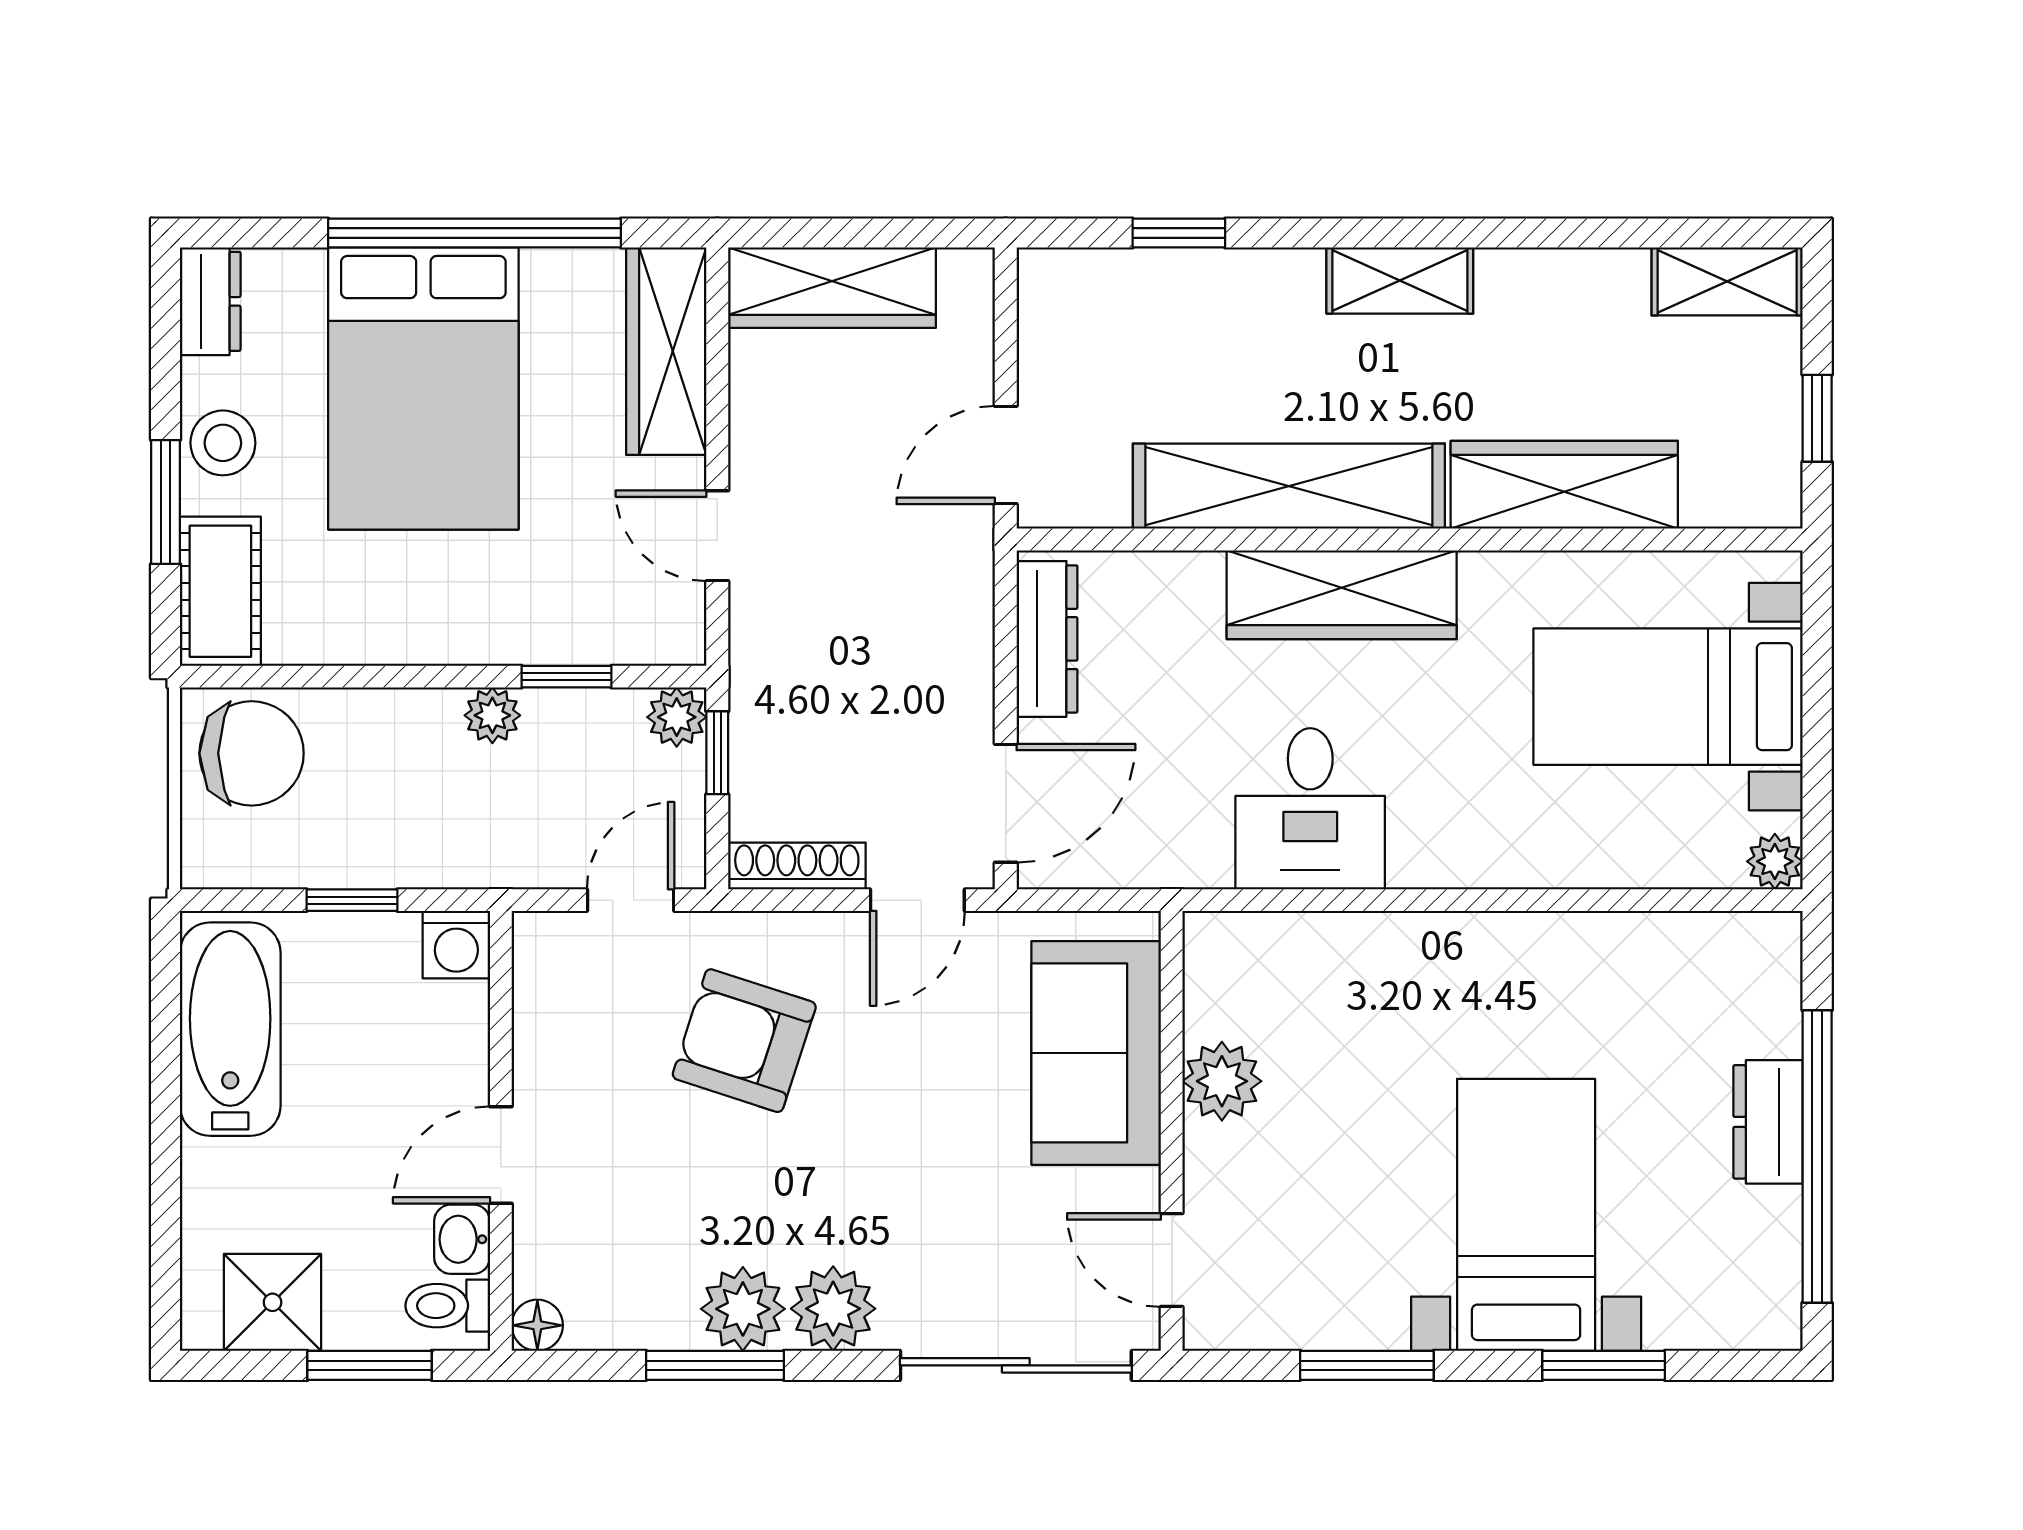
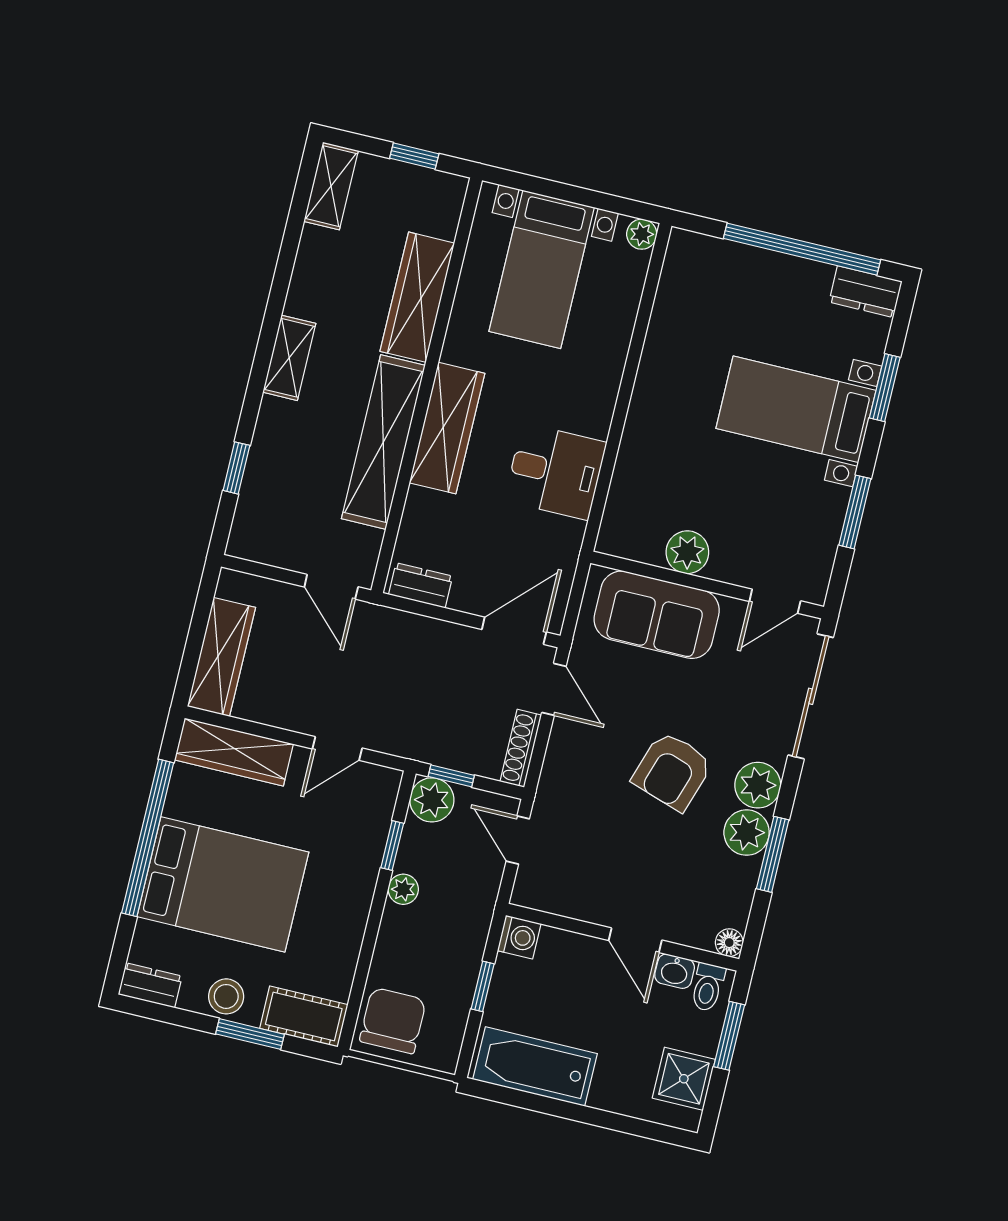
dresser: (1047, 639) -> (421, 585), width x0.70
plant: (677, 717) -> (432, 800), width x1.38, depth x1.38
door: (1006, 803) -> (514, 631), hinge flipped
armchair: (744, 1041) -> (672, 771), moved
dresser: (1768, 1122) -> (866, 292), moved

